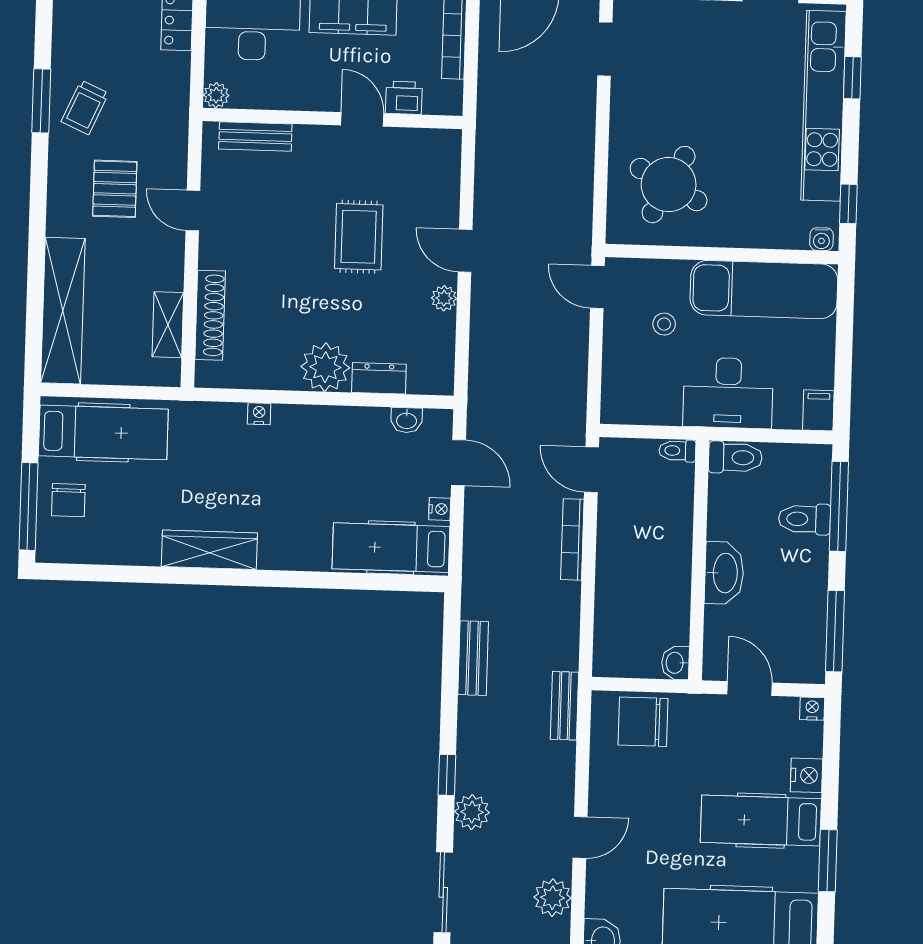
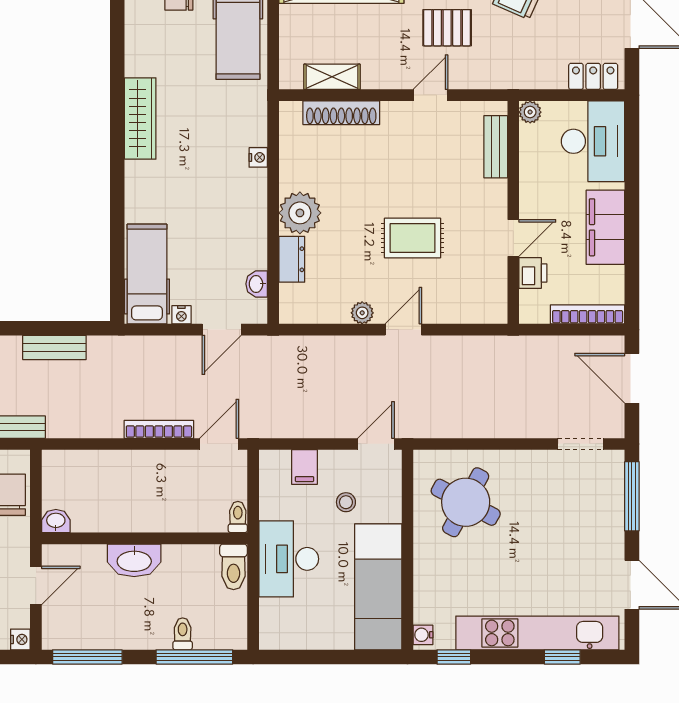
filing cabinet: (818, 410) -> (304, 467), moved, turned 90
toilet: (804, 519) -> (183, 634), width x0.73, depth x0.72

